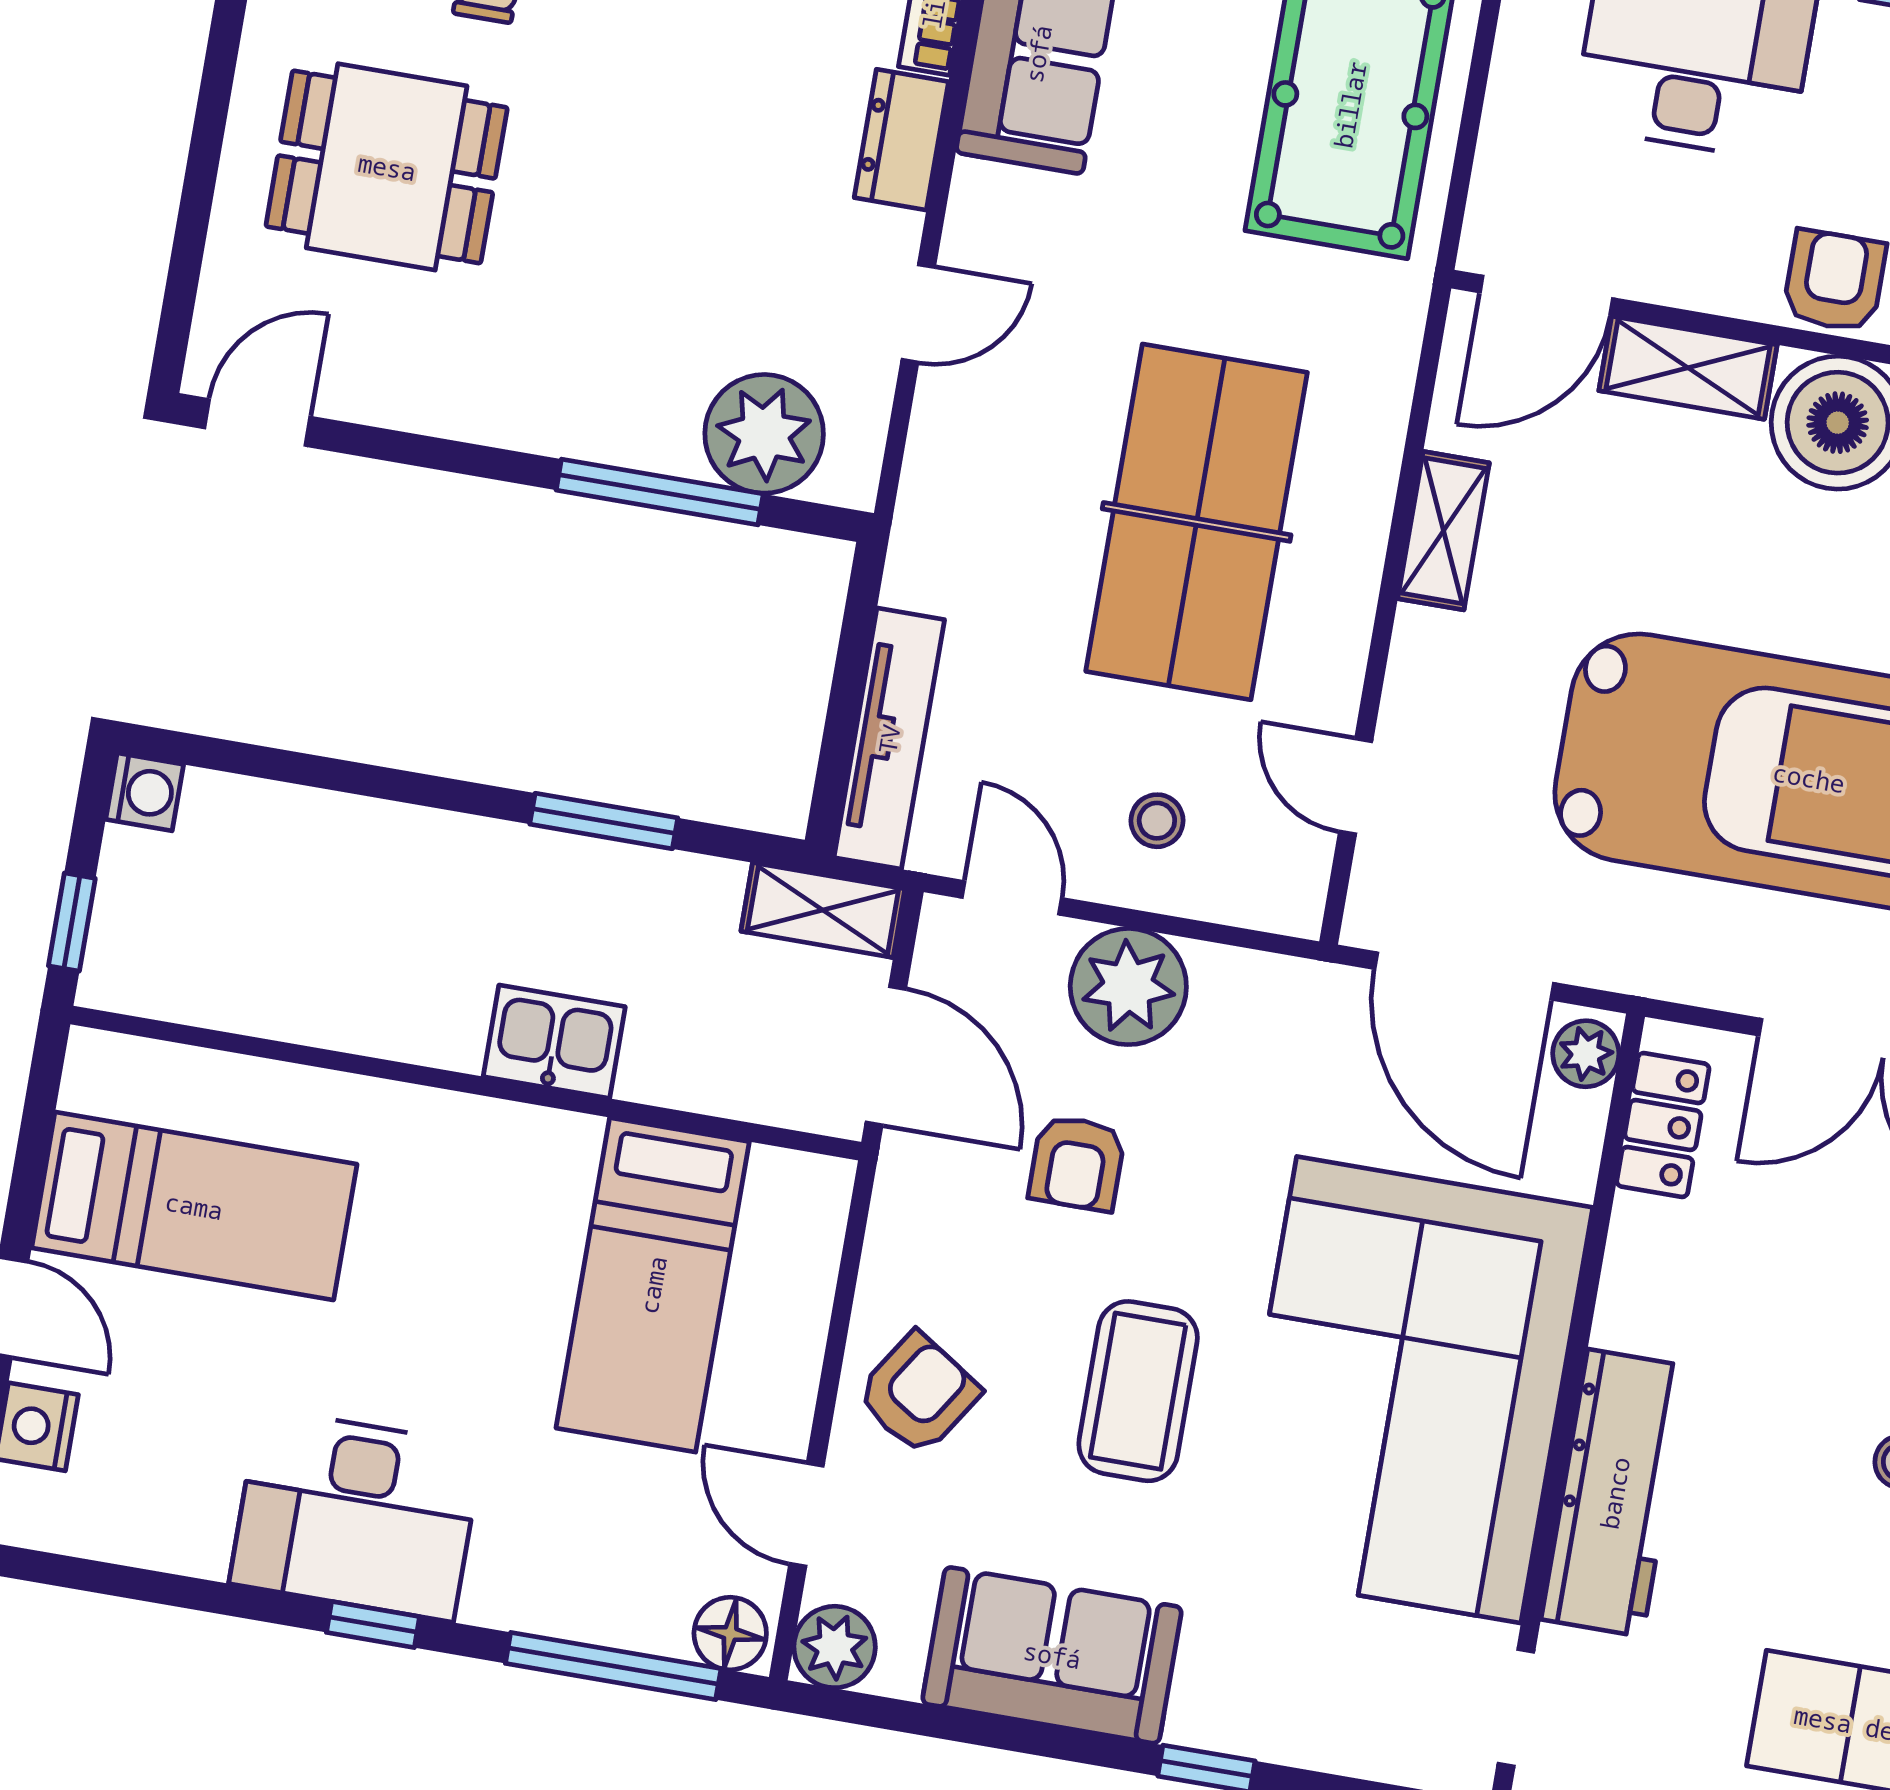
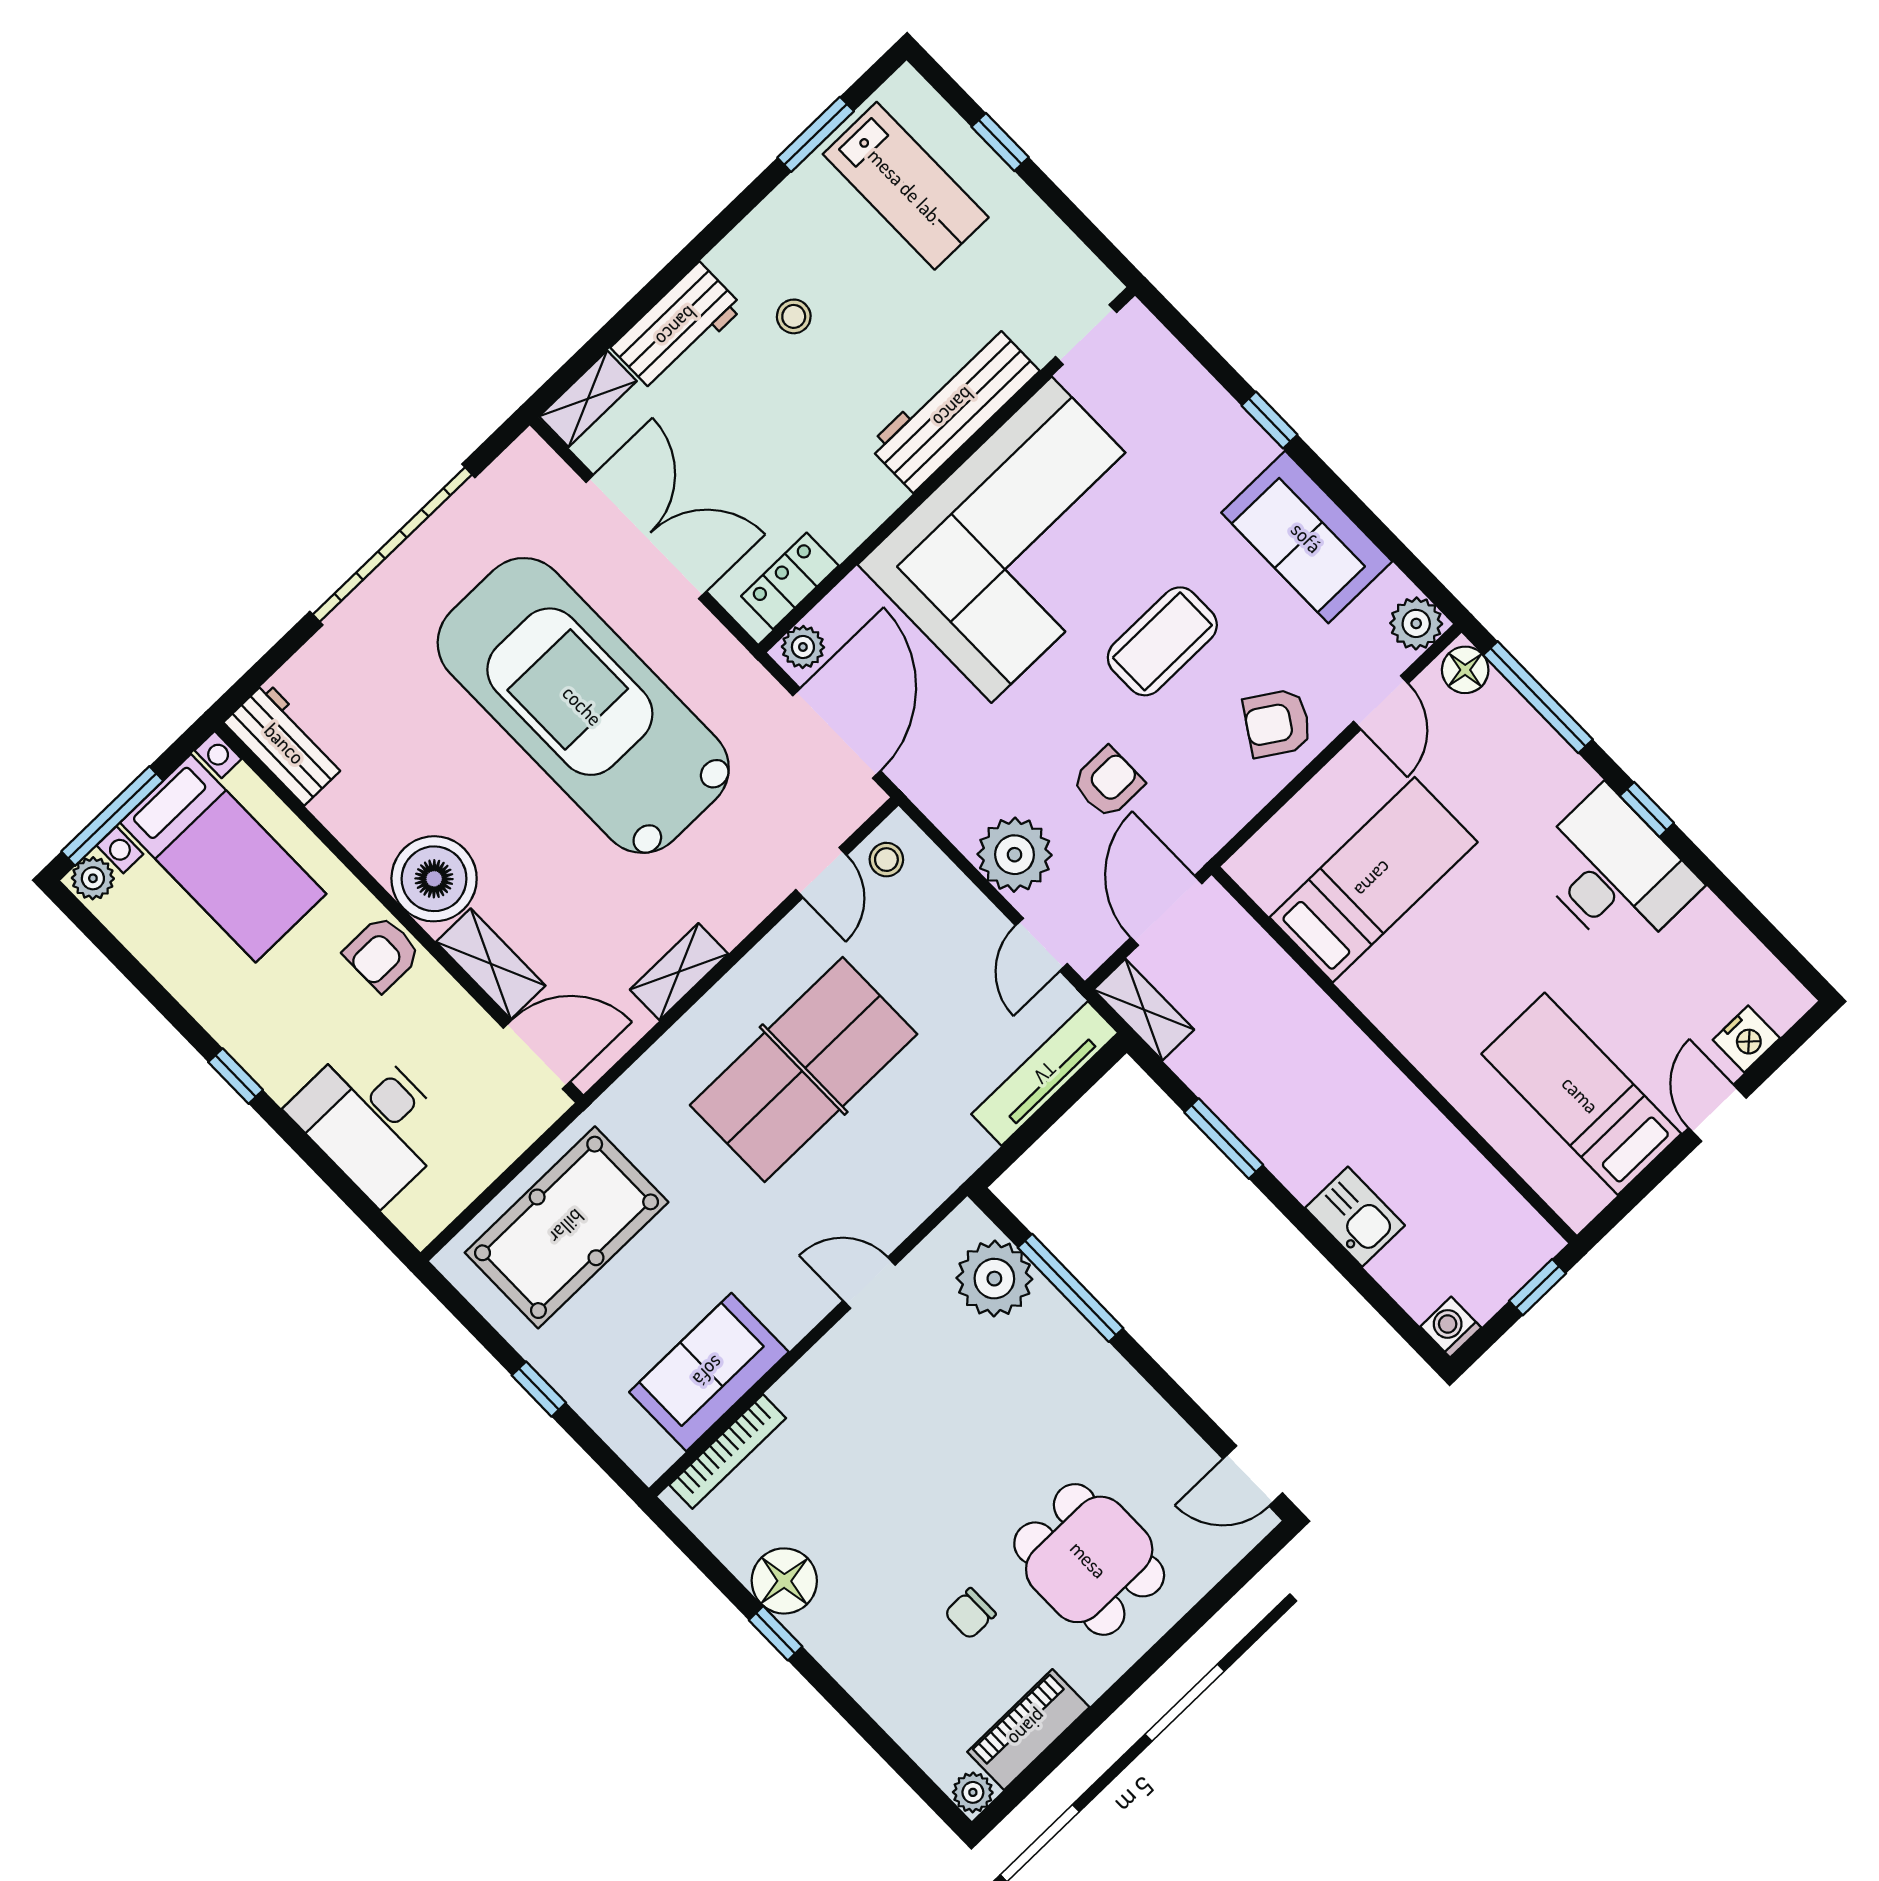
dresser: (901, 140) -> (812, 1379), removed
stool: (1157, 821) -> (886, 860), moved
kitchen sink: (554, 1042) -> (1355, 1217), moved, turned 180

